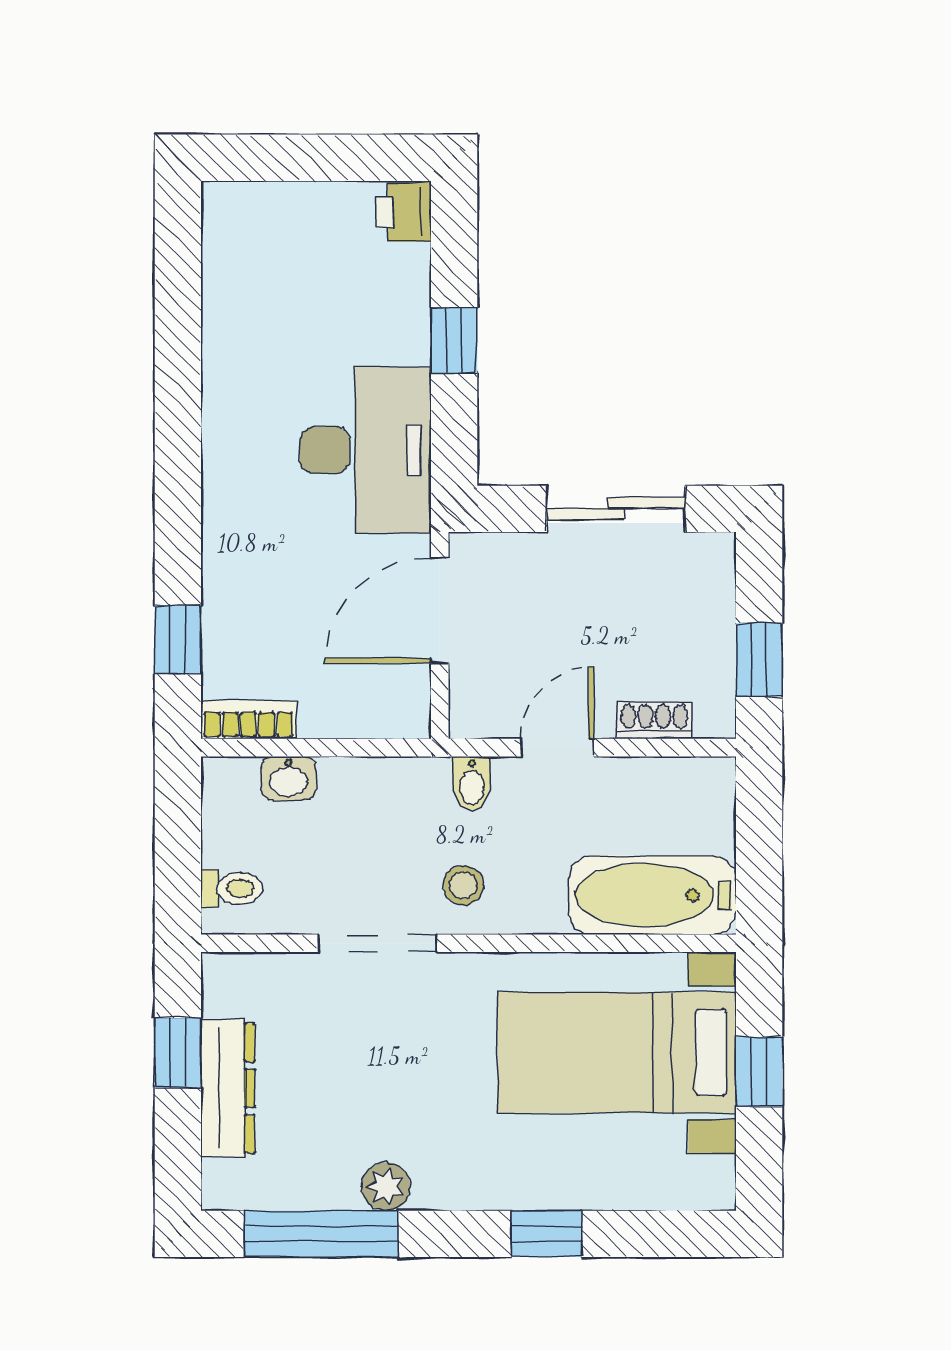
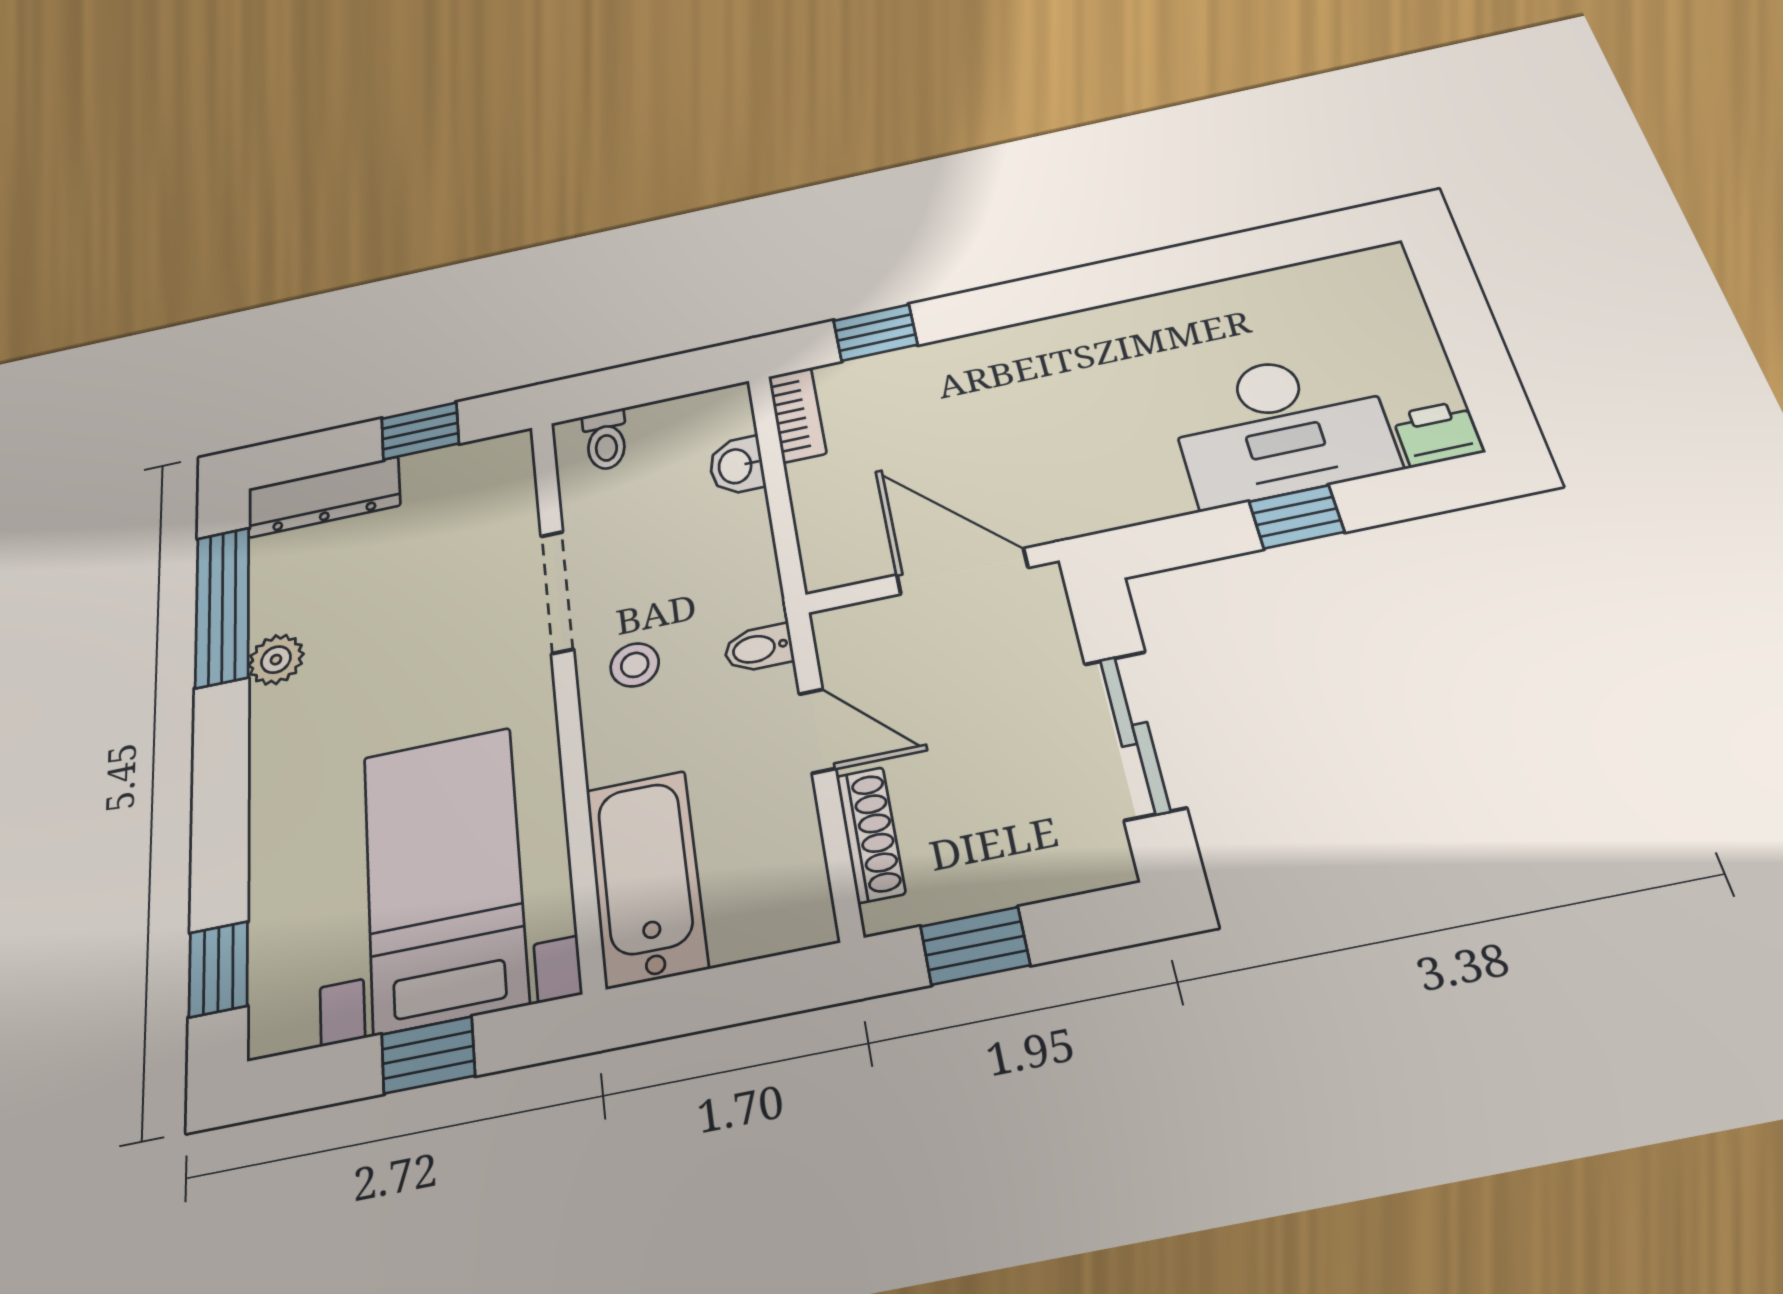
desk: (366, 450) -> (1281, 427), moved
shoe rack: (654, 721) -> (870, 834), width x1.43
dresser: (228, 1088) -> (324, 497), moved
window: (546, 1234) -> (218, 969), moved

